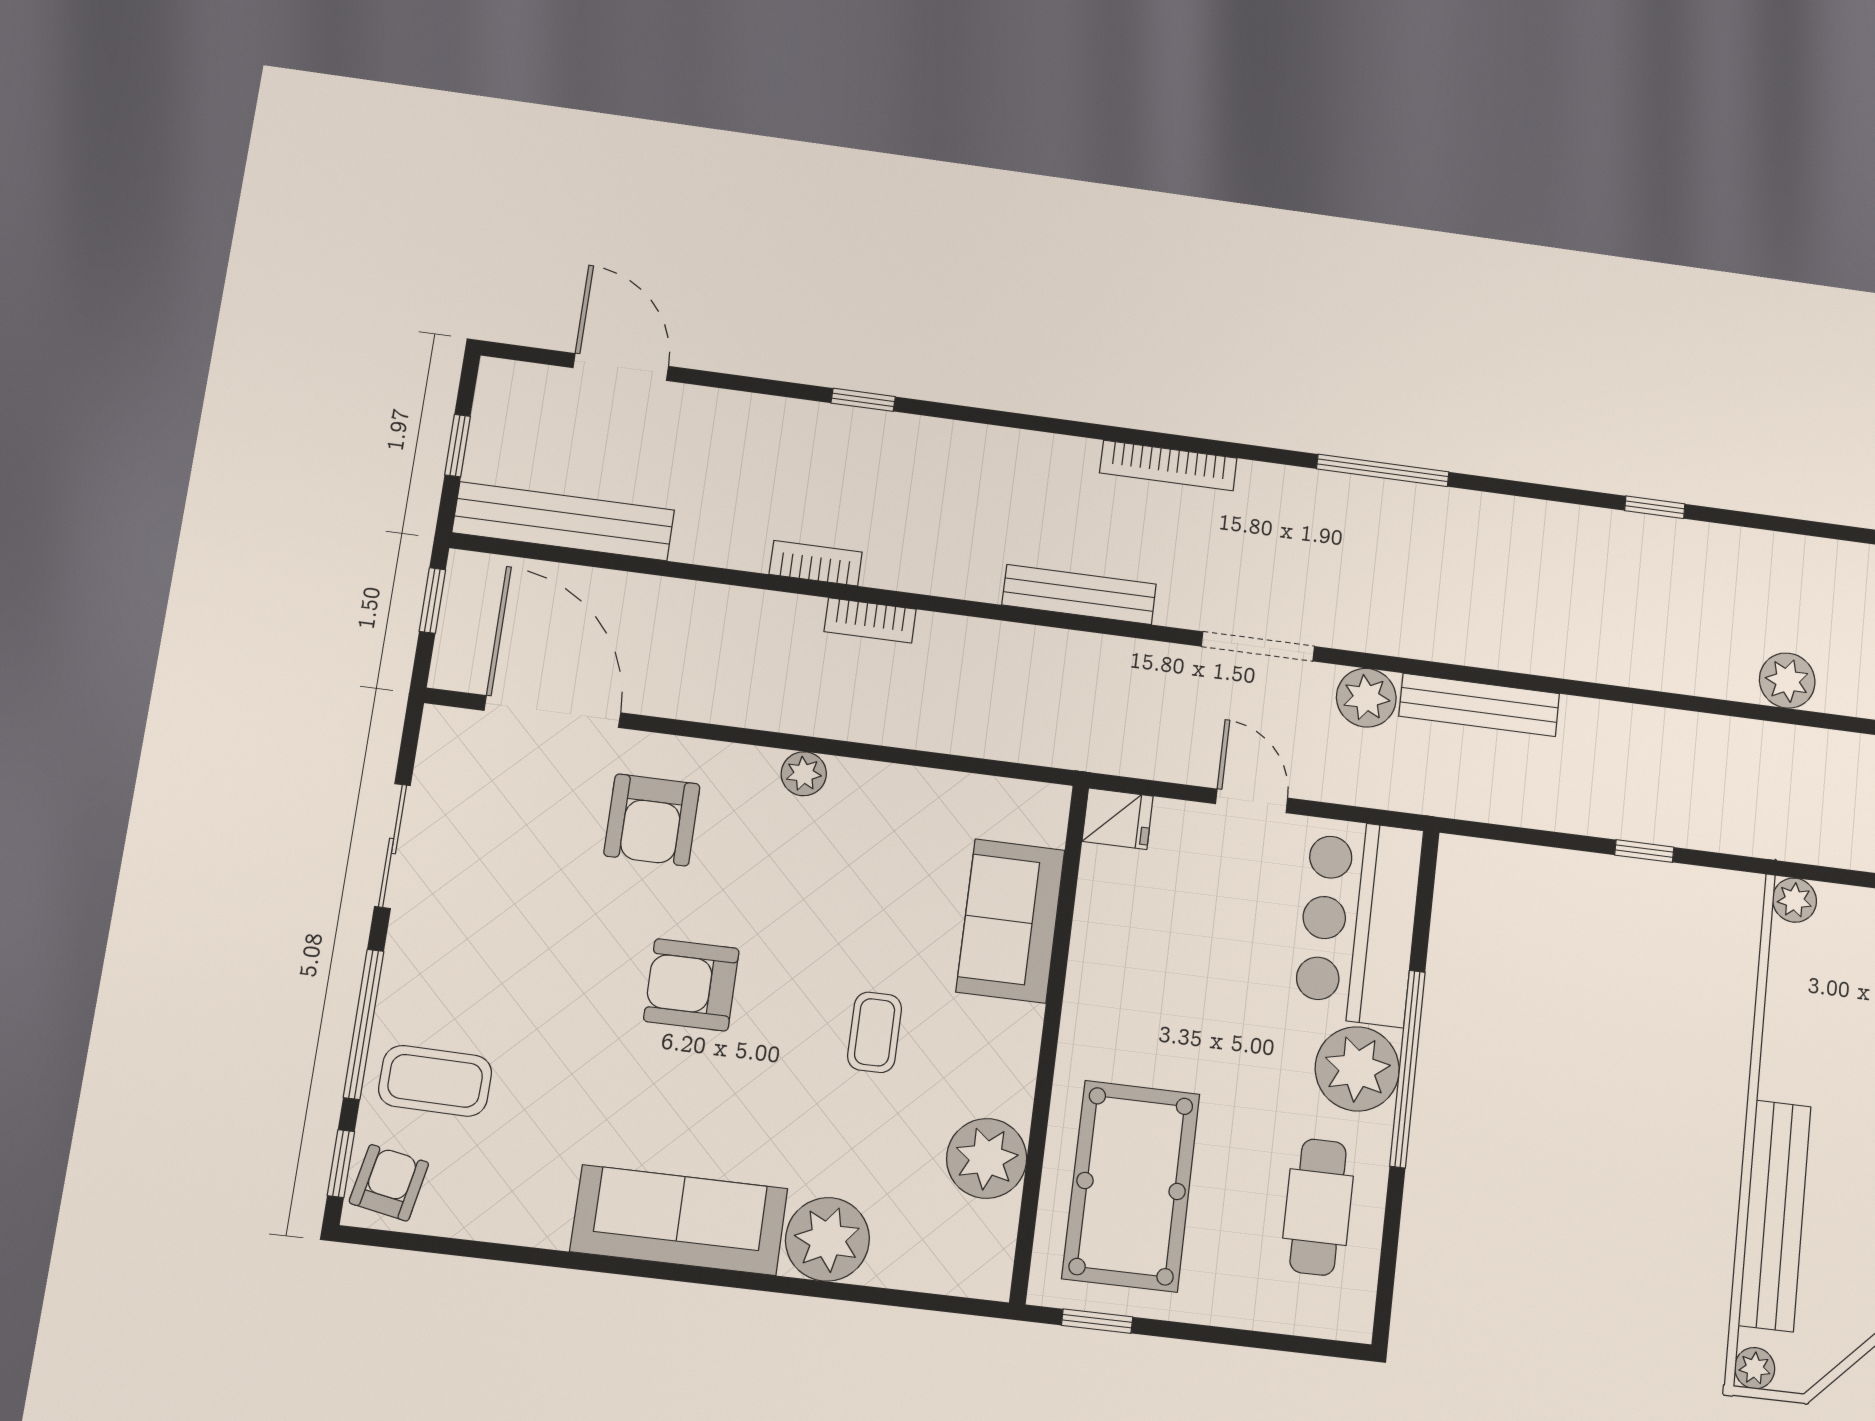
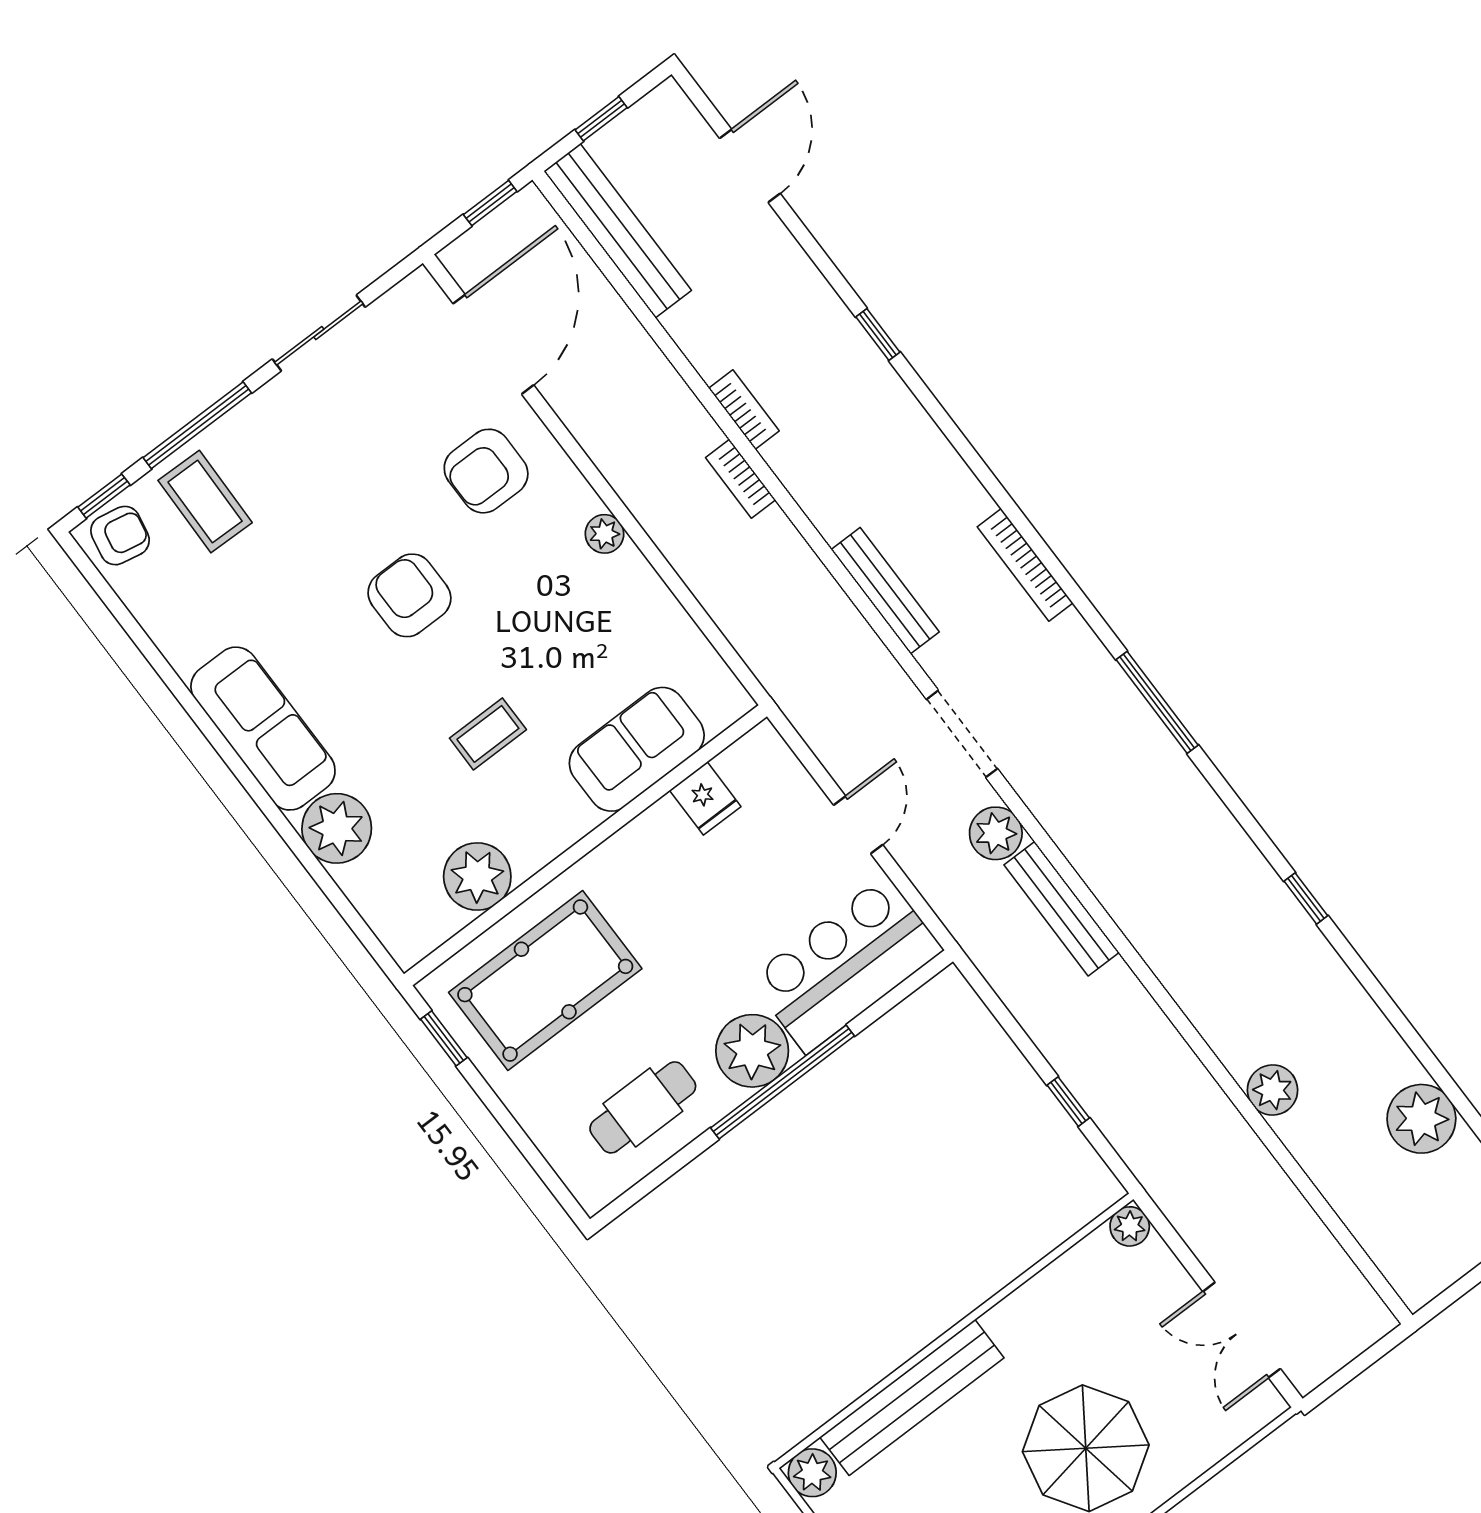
fridge: (1118, 819) -> (705, 798), moved
plant: (1755, 1368) -> (812, 1473), width x1.38, depth x1.38

